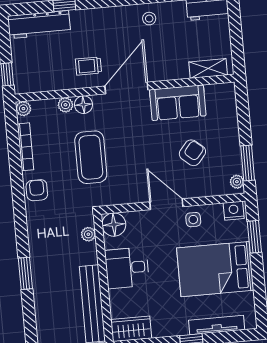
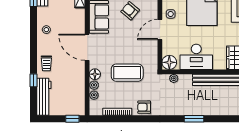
trolley: (88, 66) -> (46, 63), moved
plant: (23, 109) -> (94, 95), moved
desk: (127, 268) -> (196, 57), width x1.37

